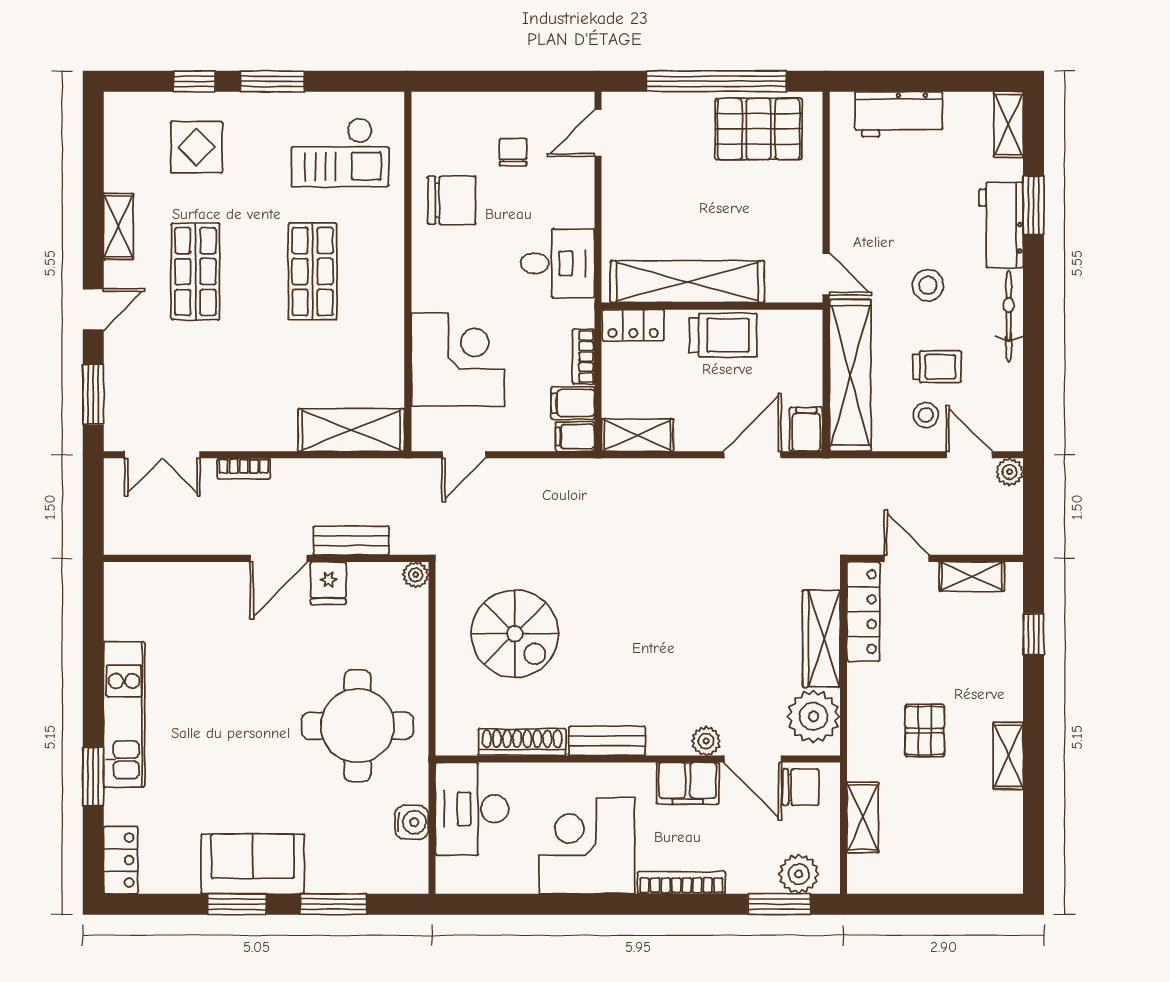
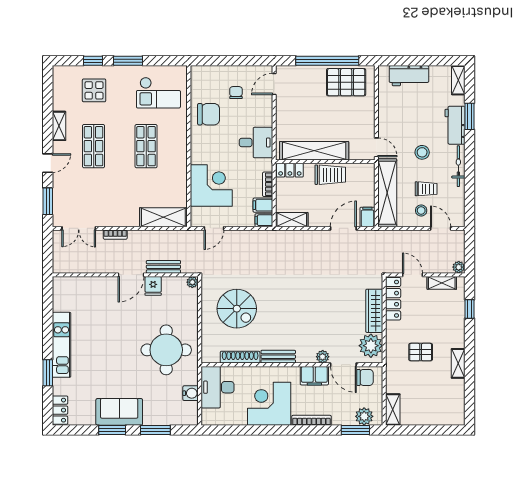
plant: (1010, 472) -> (459, 267), moved
pallet: (925, 731) -> (421, 352), turned 90
shelving: (863, 817) -> (393, 409), moved

